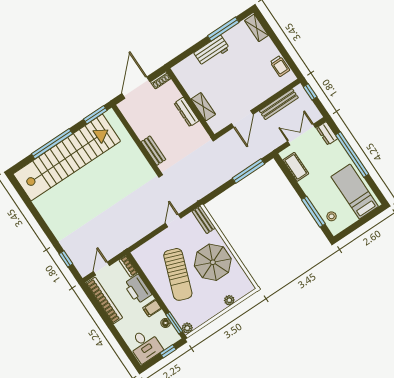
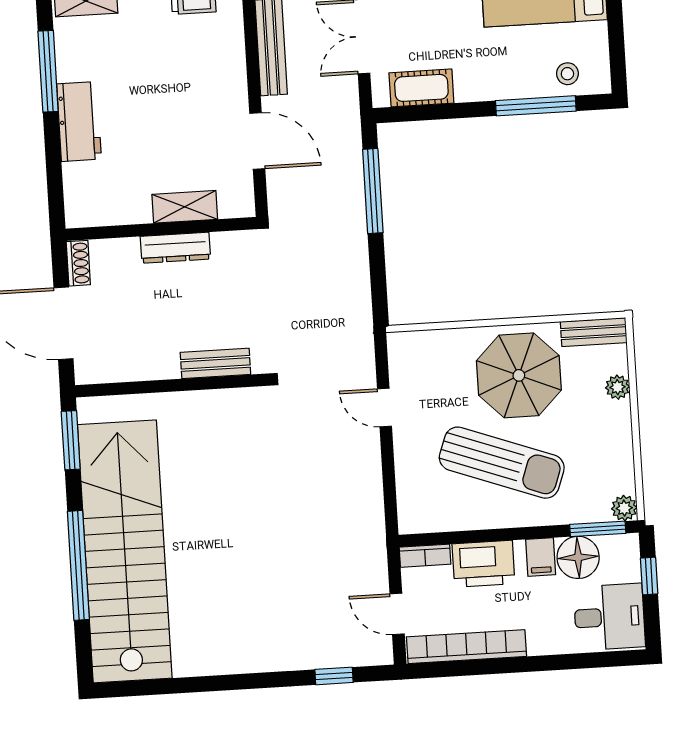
bench: (204, 220) -> (594, 332), moved
floor lamp: (166, 323) -> (578, 557), width x1.89, depth x1.89

